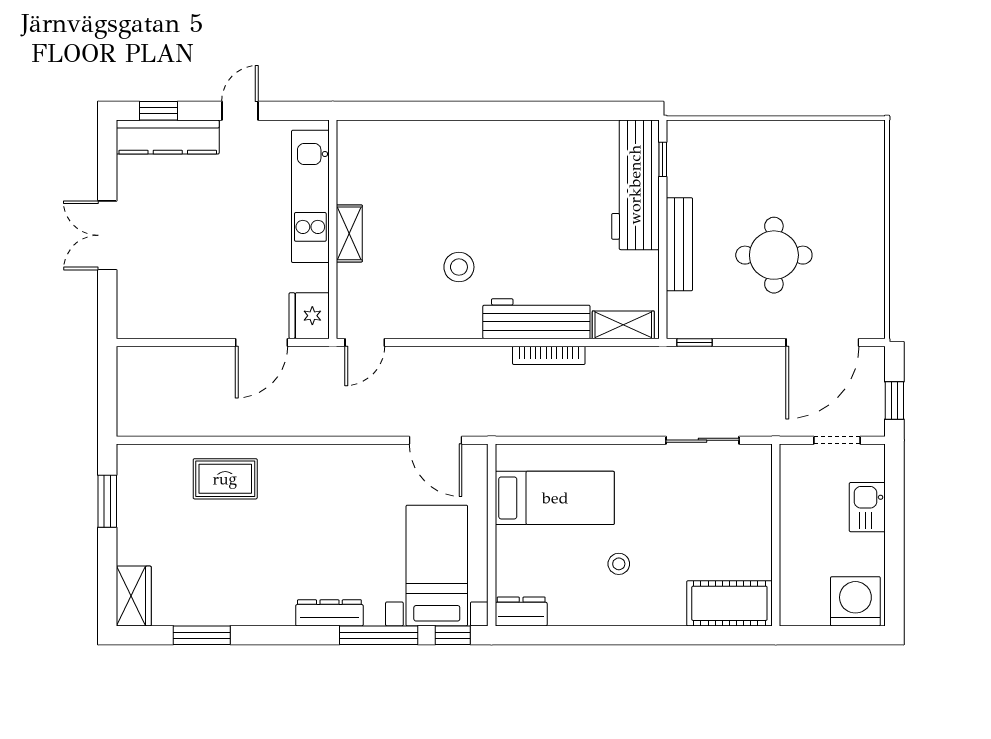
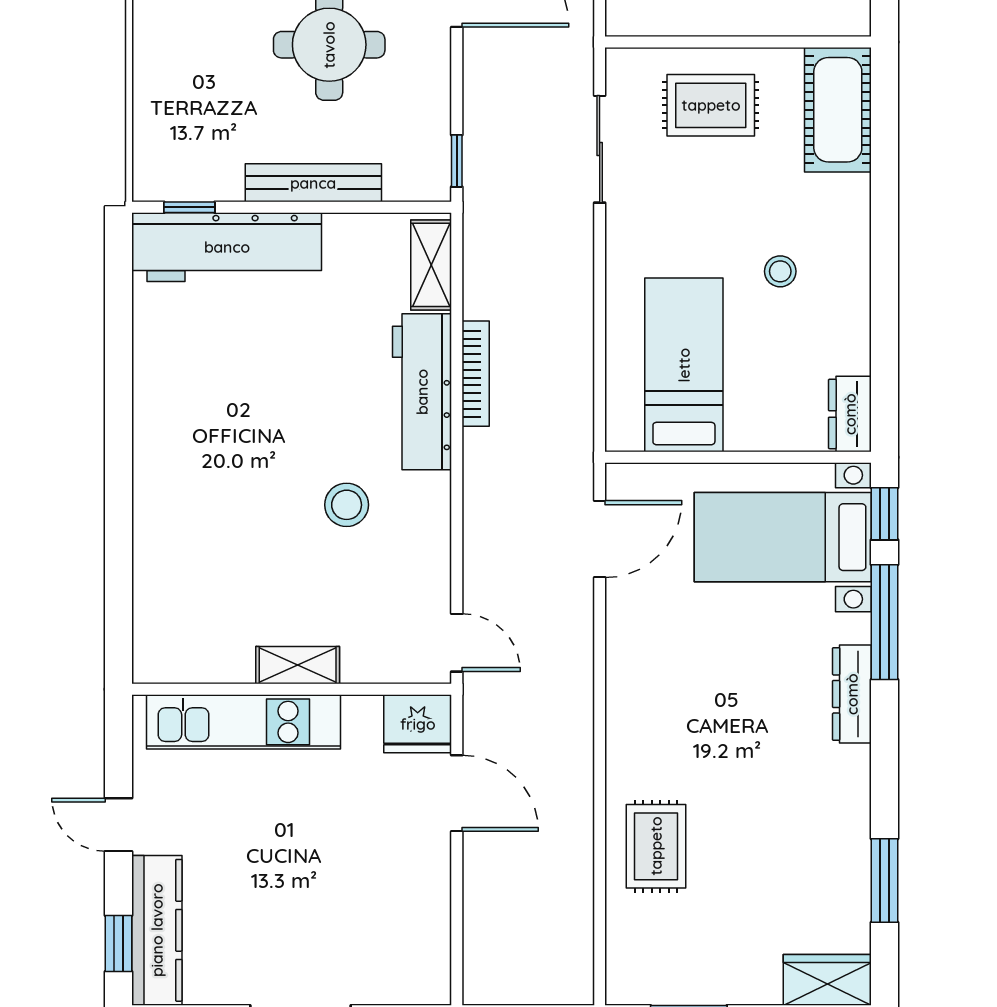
rug: (732, 516) -> (711, 105), added

